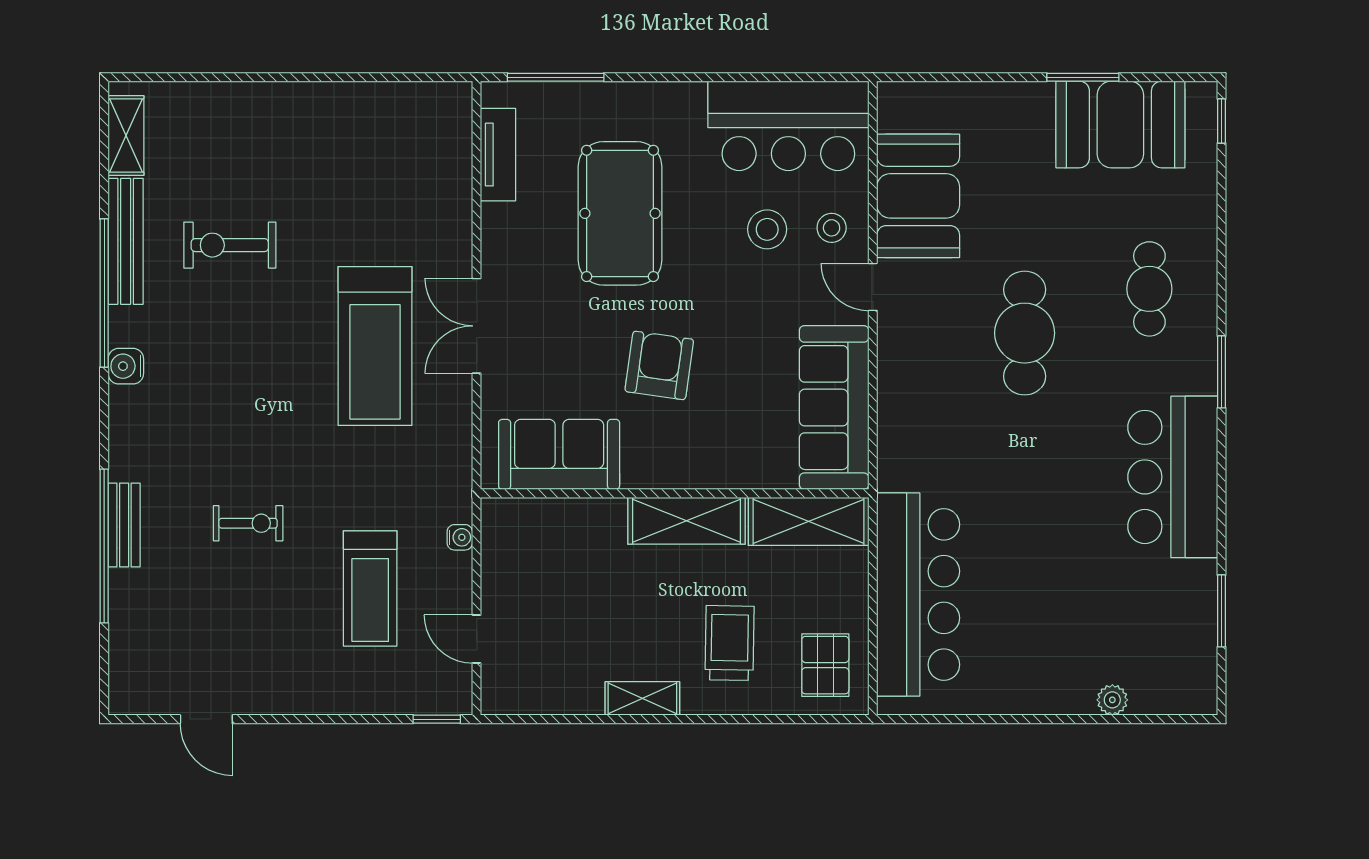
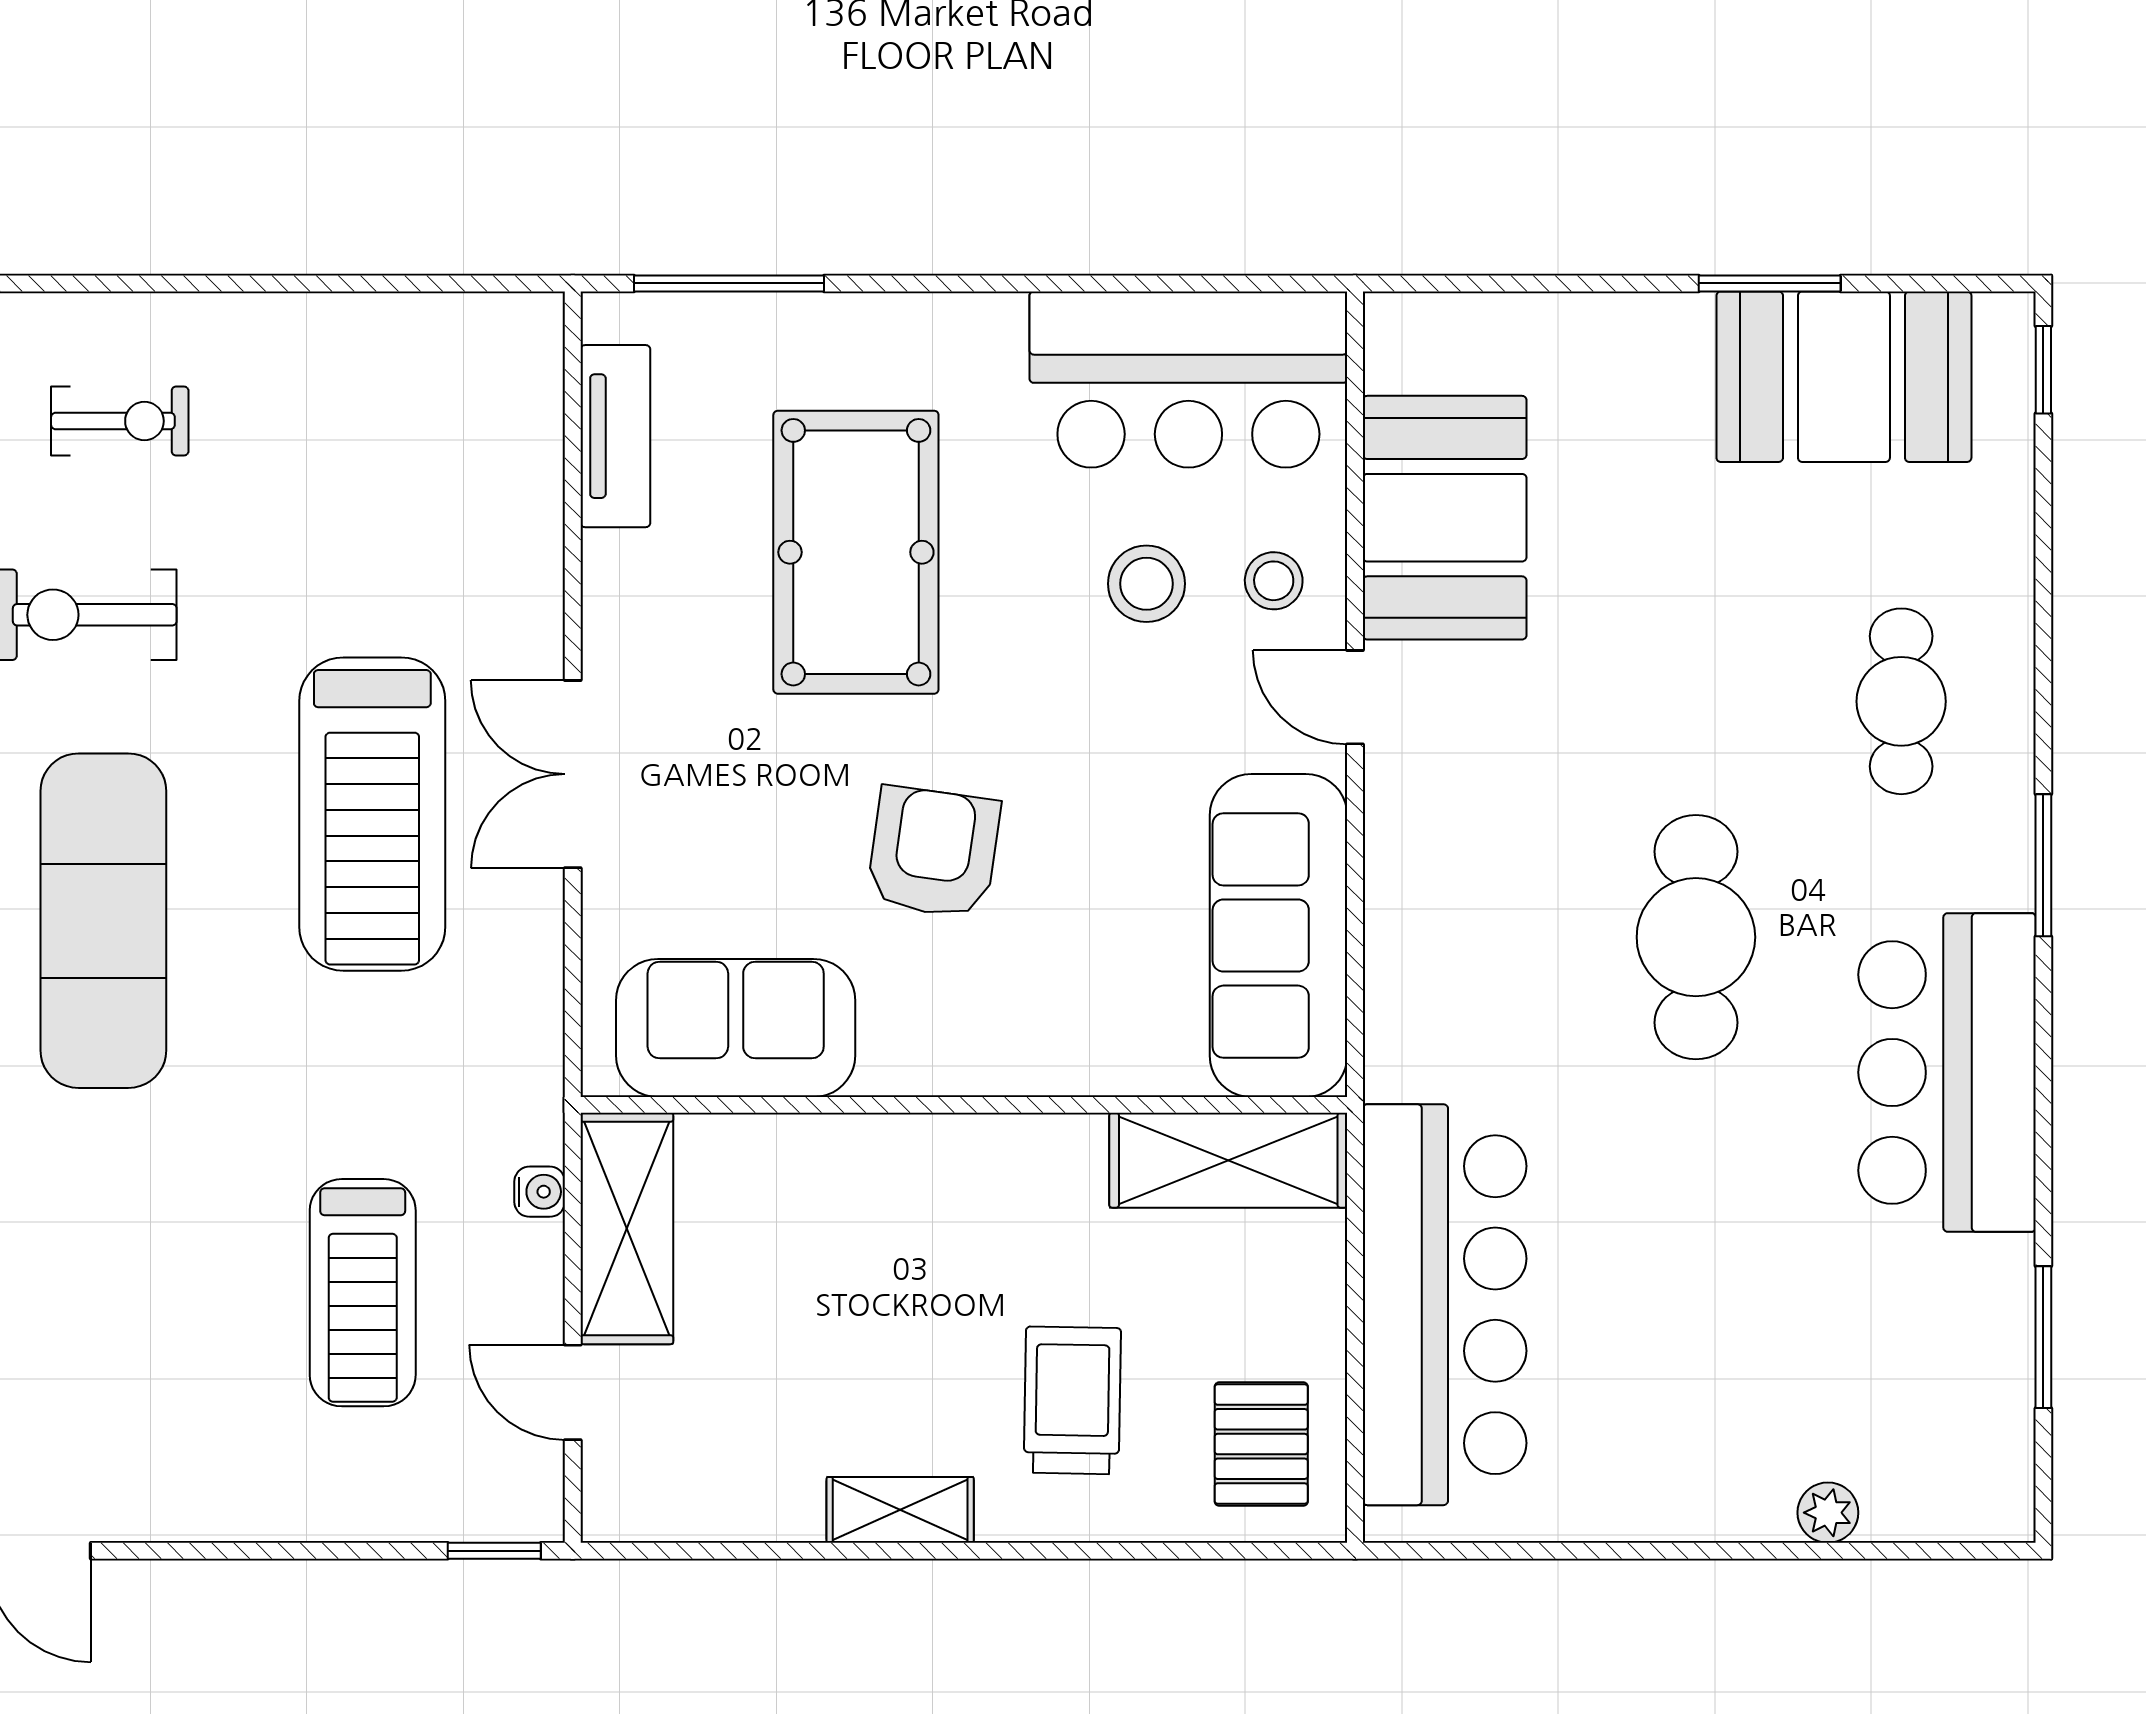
cafe table: (1025, 333) -> (1696, 937), moved
exercise mat: (239, 400) -> (103, 921), added
shelving: (687, 521) -> (627, 1229), moved, turned 90
exercise bike: (248, 523) -> (120, 421), moved

